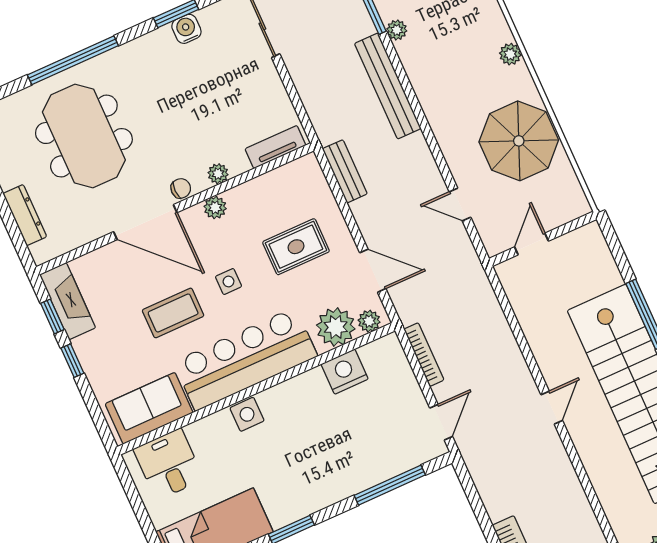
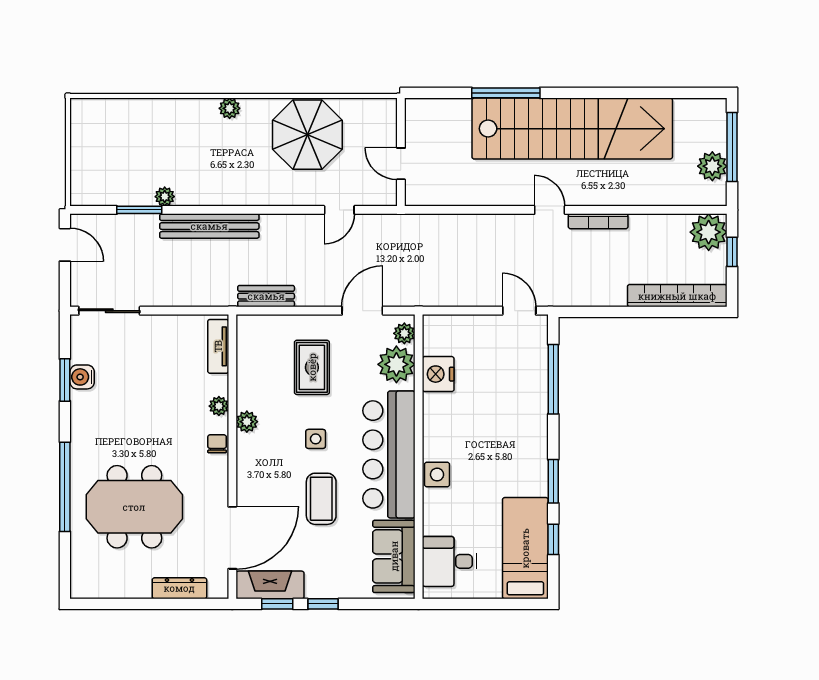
door: (145, 222) -> (232, 538), moved
bookcase: (424, 355) -> (598, 221), moved, turned 180

